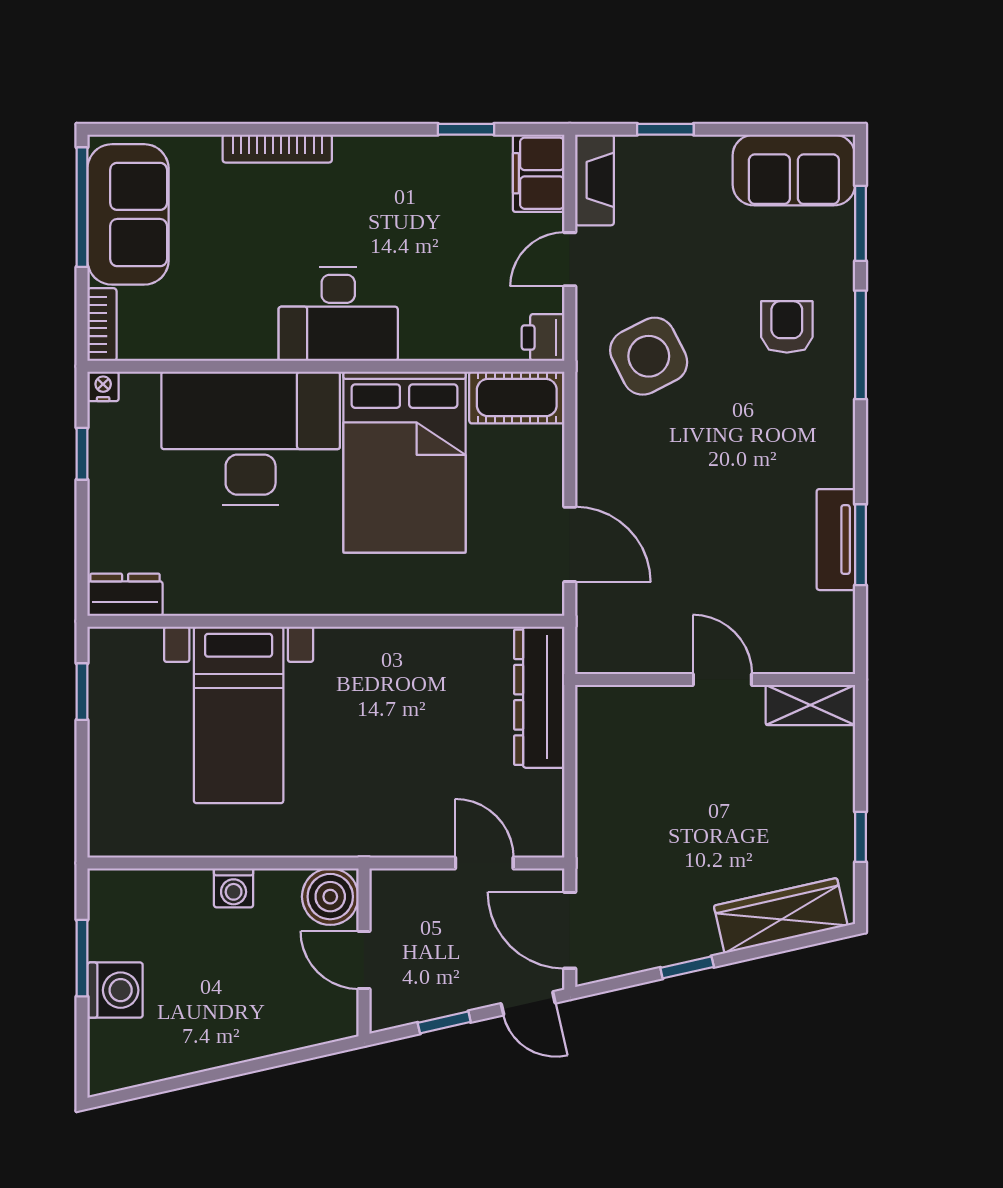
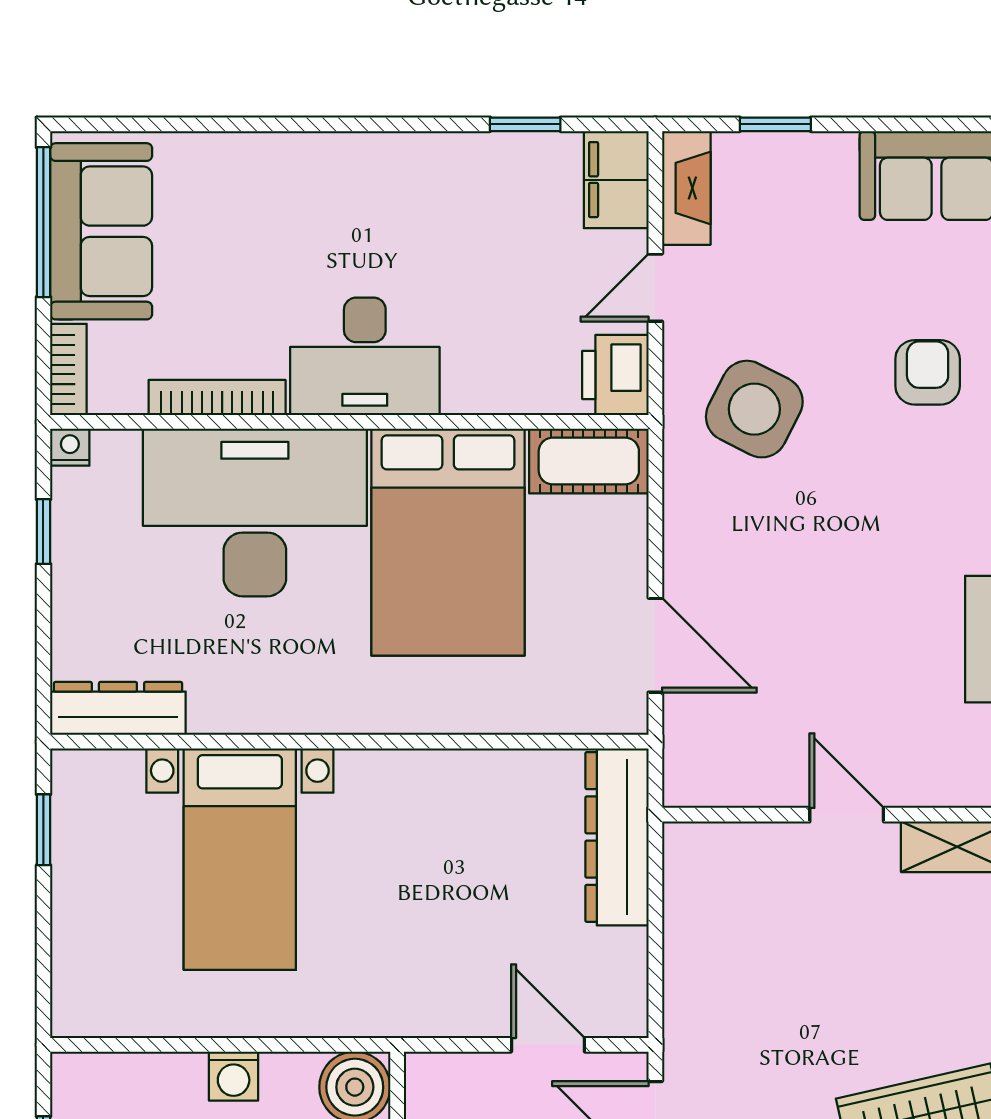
bookcase: (277, 149) -> (217, 398), moved, turned 180
printer: (543, 337) -> (615, 375), width x1.36, depth x1.24
side table: (649, 356) -> (754, 409), turned -36
dresser: (125, 595) -> (118, 708), width x1.44

